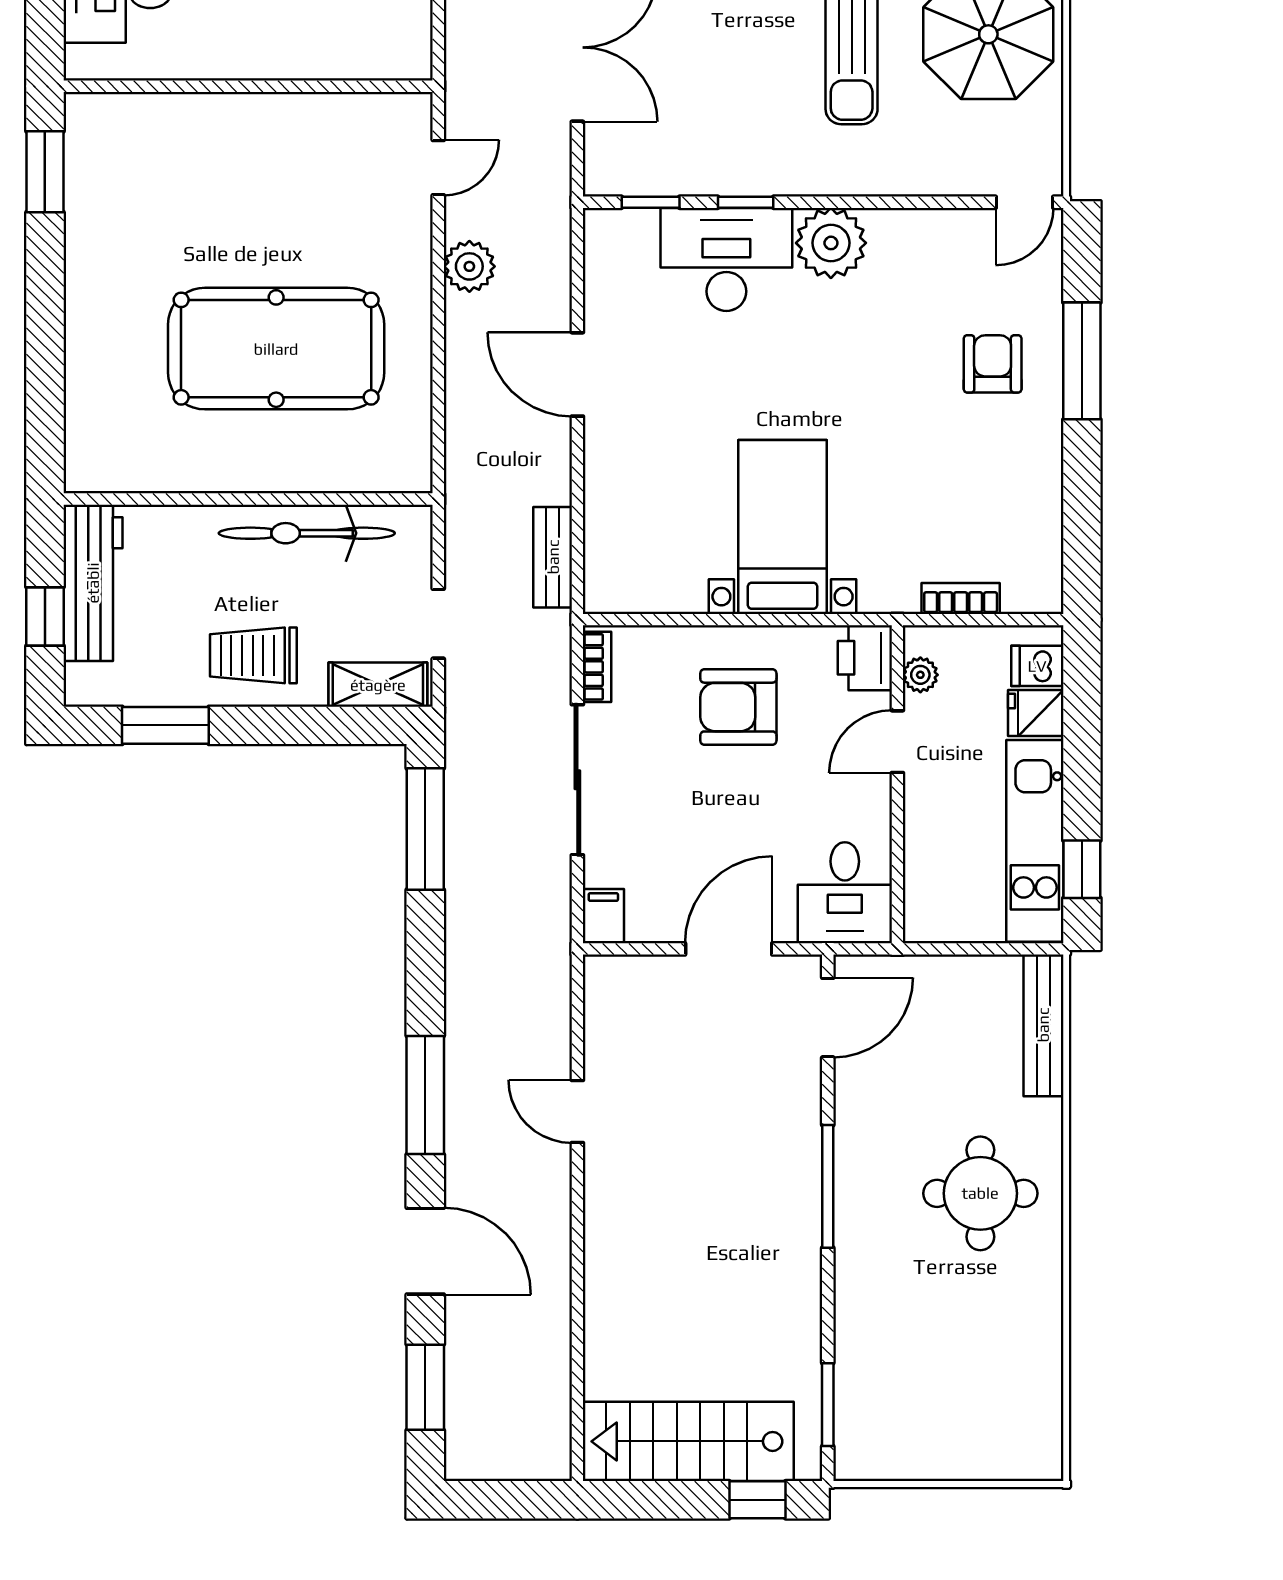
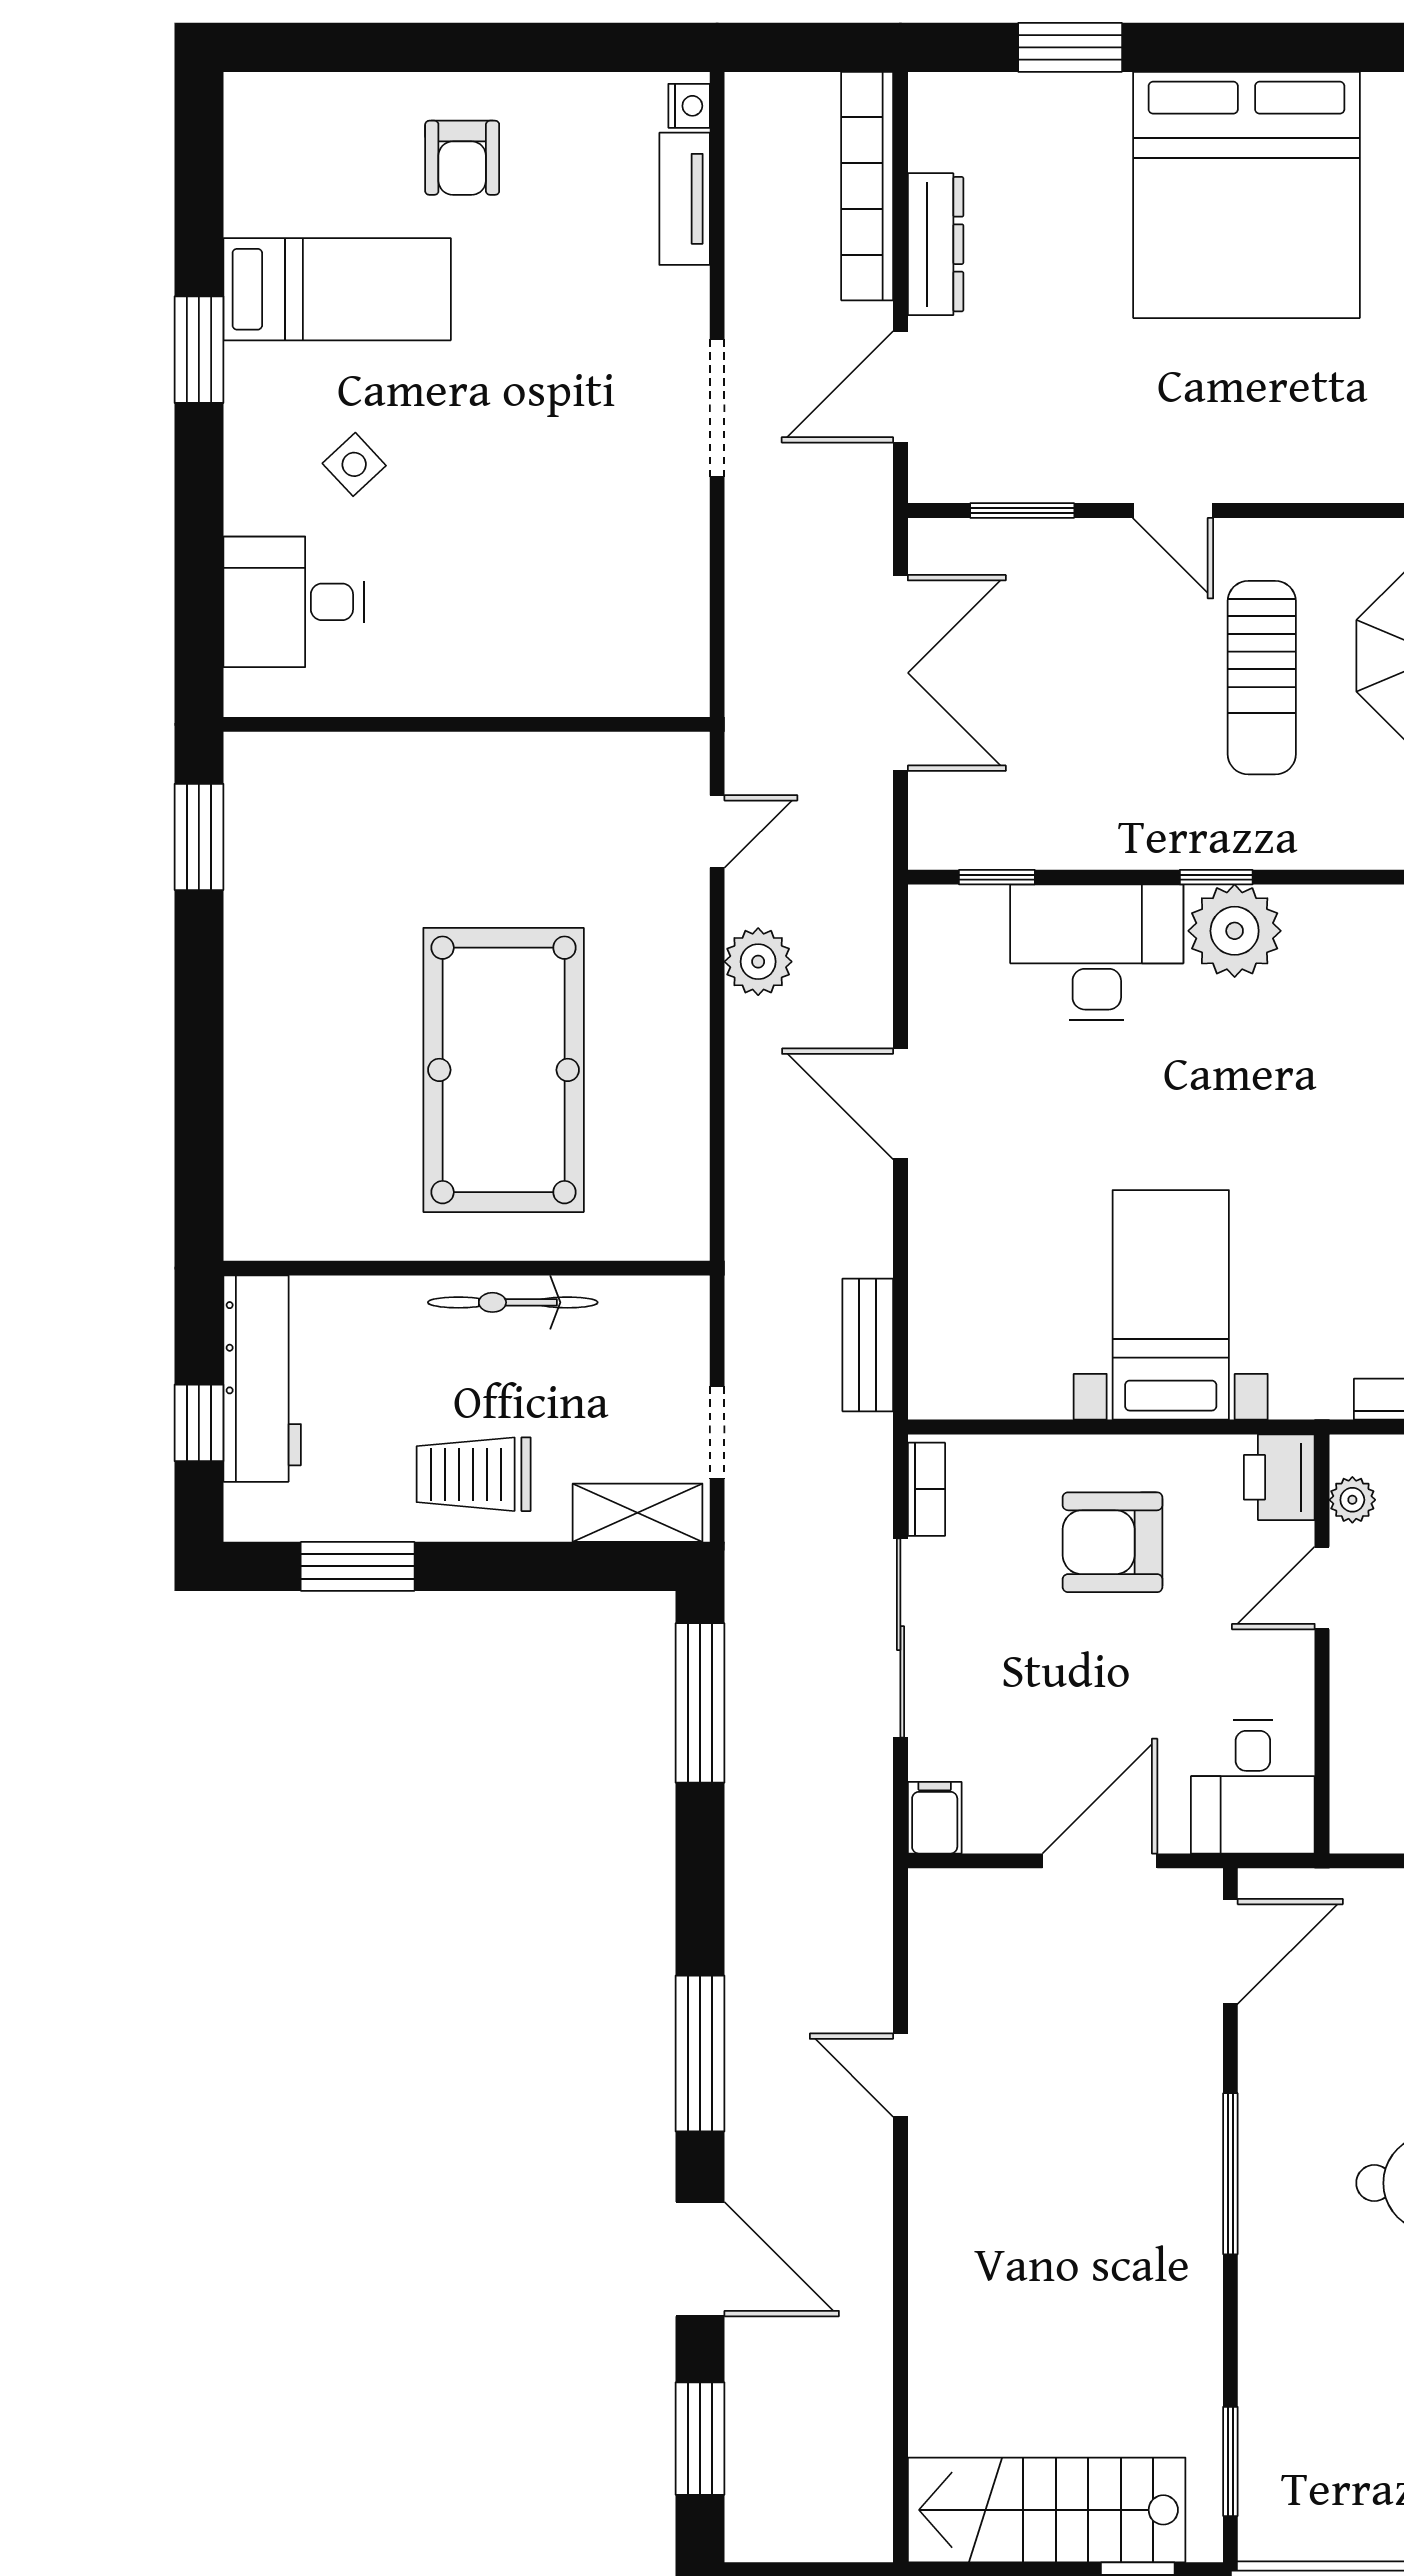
window: (746, 202) -> (1216, 877), moved
pool table: (276, 349) -> (504, 1070), turned 90
bicycle: (307, 533) -> (513, 1302), width x0.73, depth x0.71

